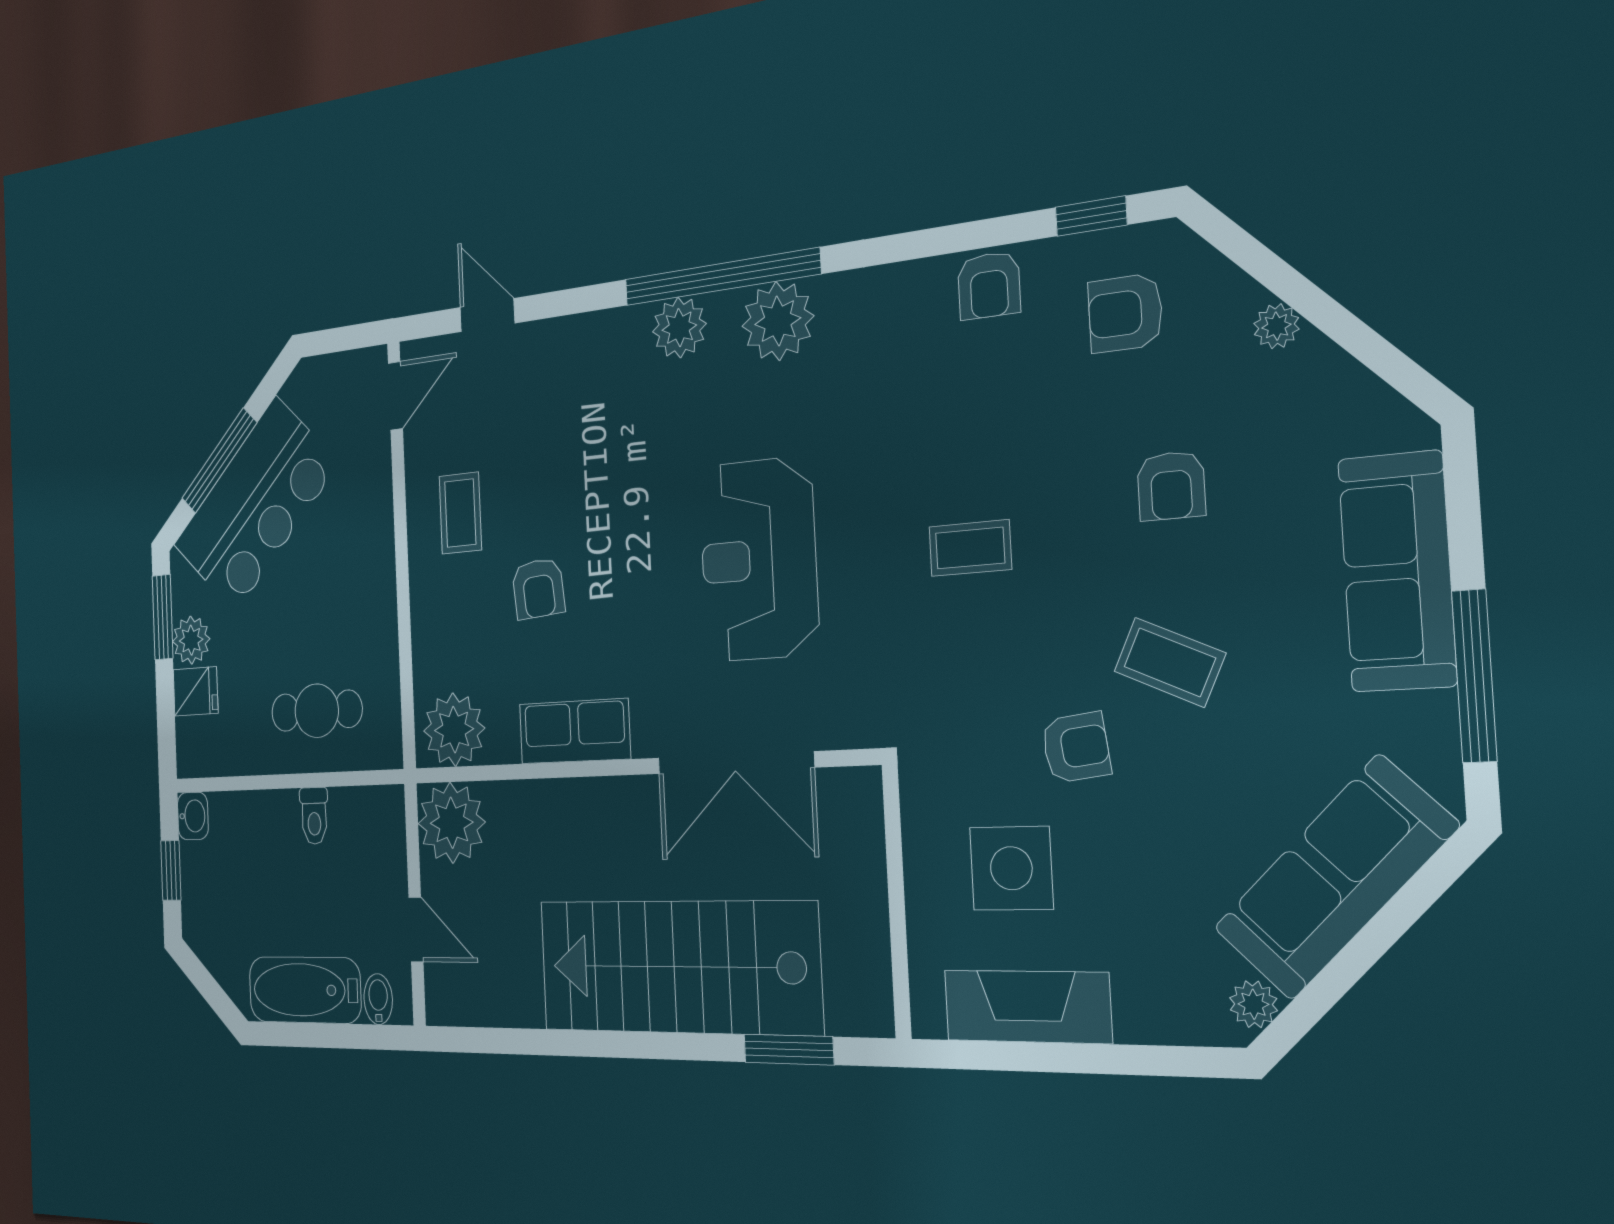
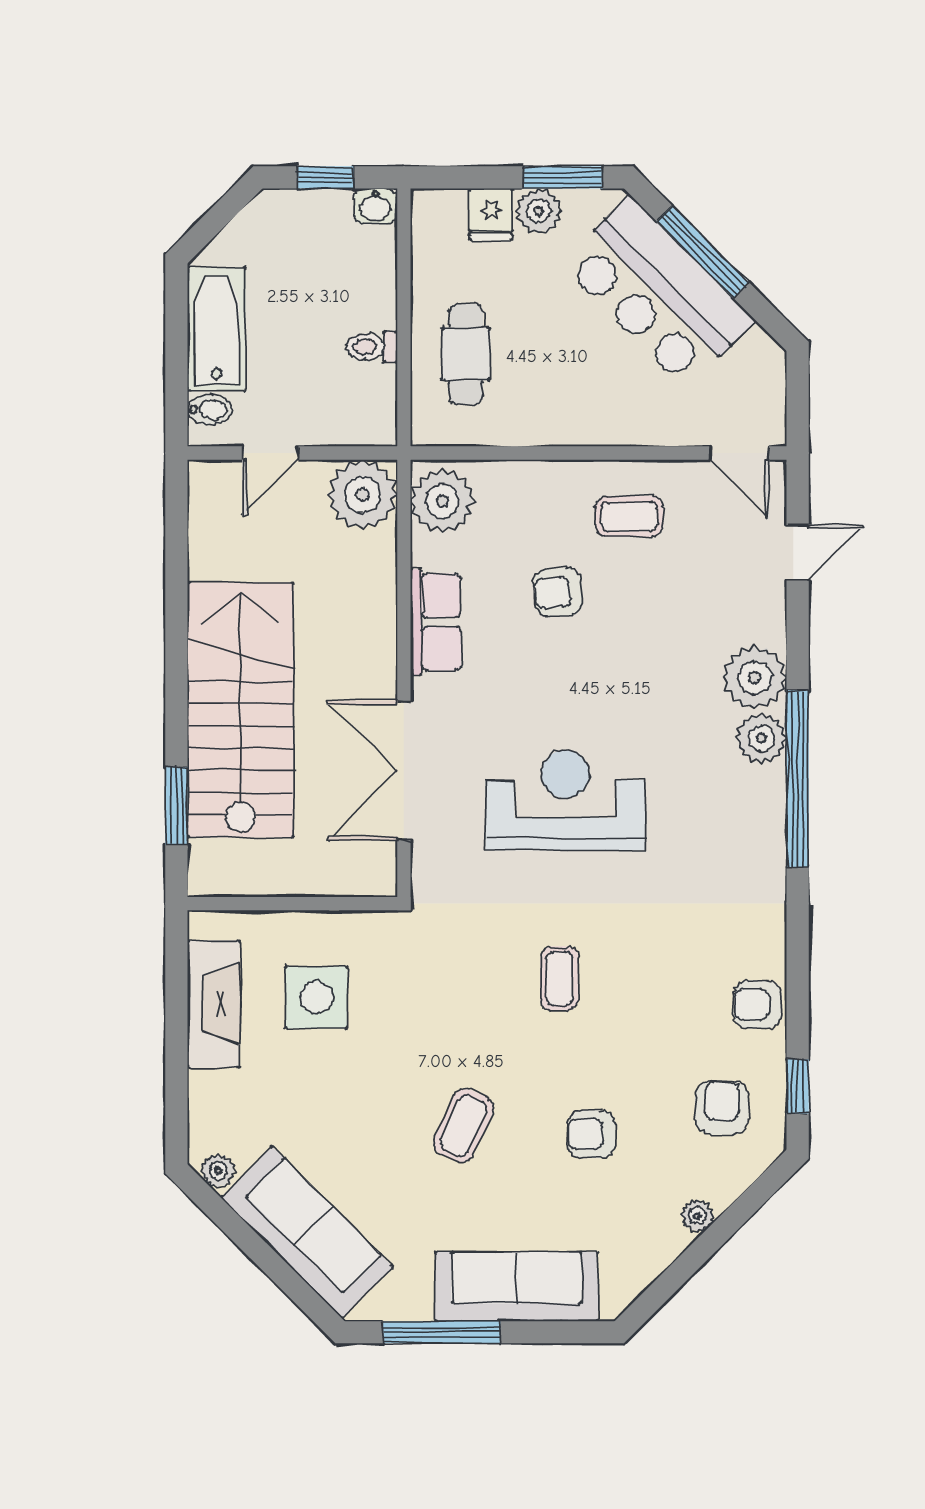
plant: (778, 321) -> (755, 677), moved
armchair: (1076, 747) -> (405, 1052), removed

